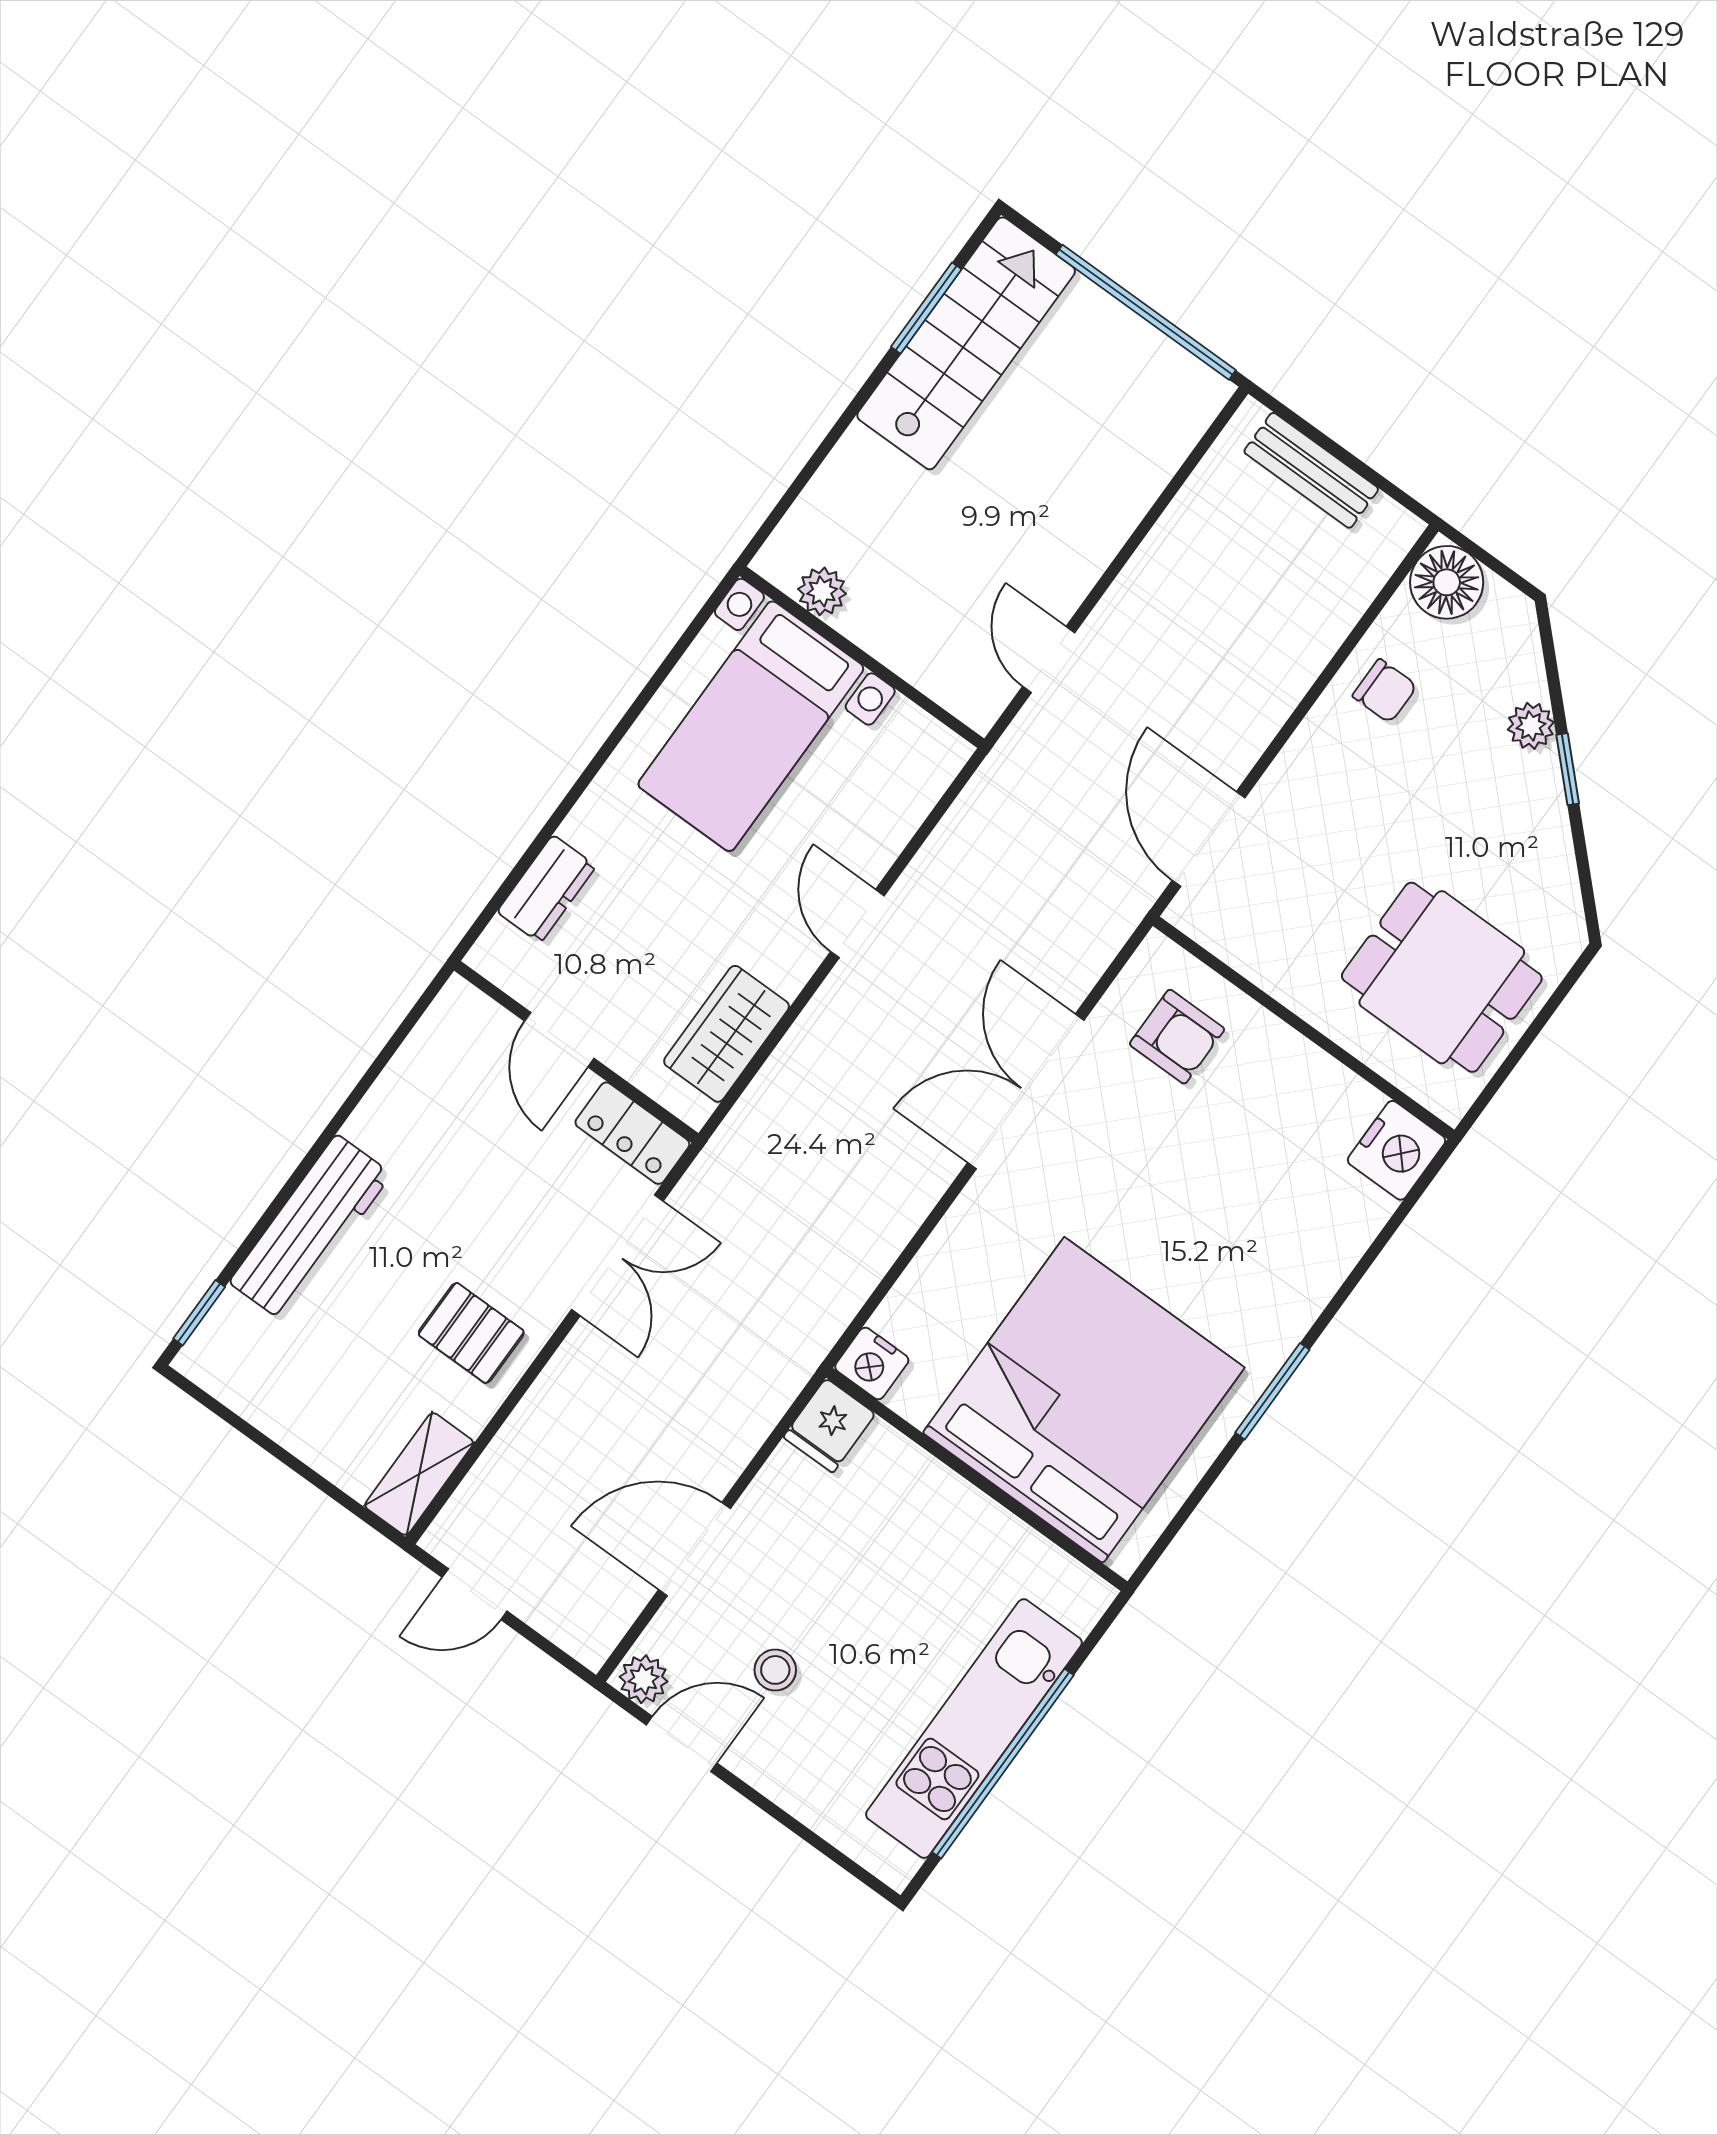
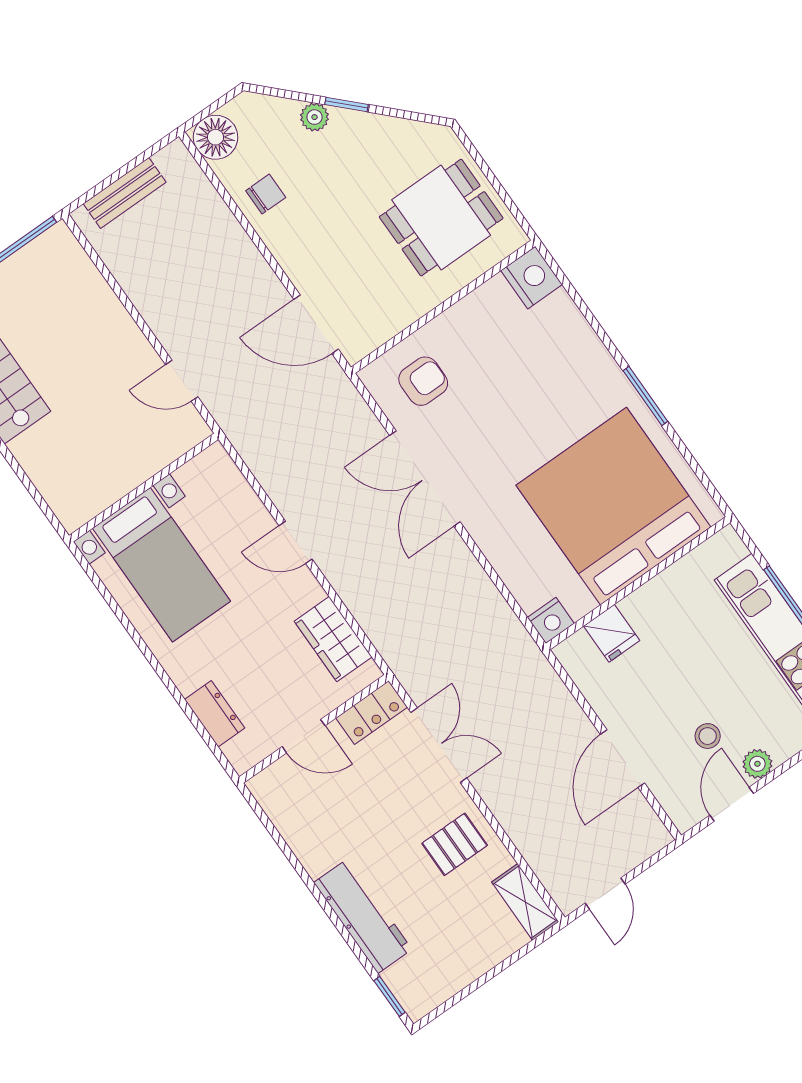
plant: (822, 591) -> (98, 497), removed
fridge: (829, 1425) -> (612, 633), moved
plant: (644, 1679) -> (757, 764), moved

